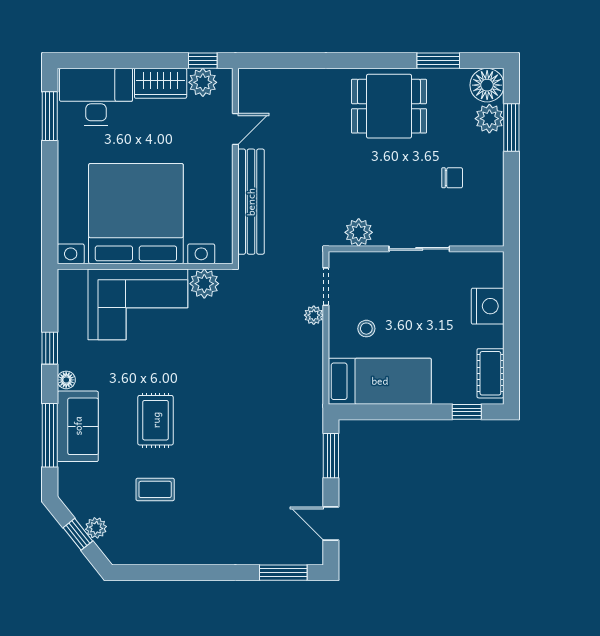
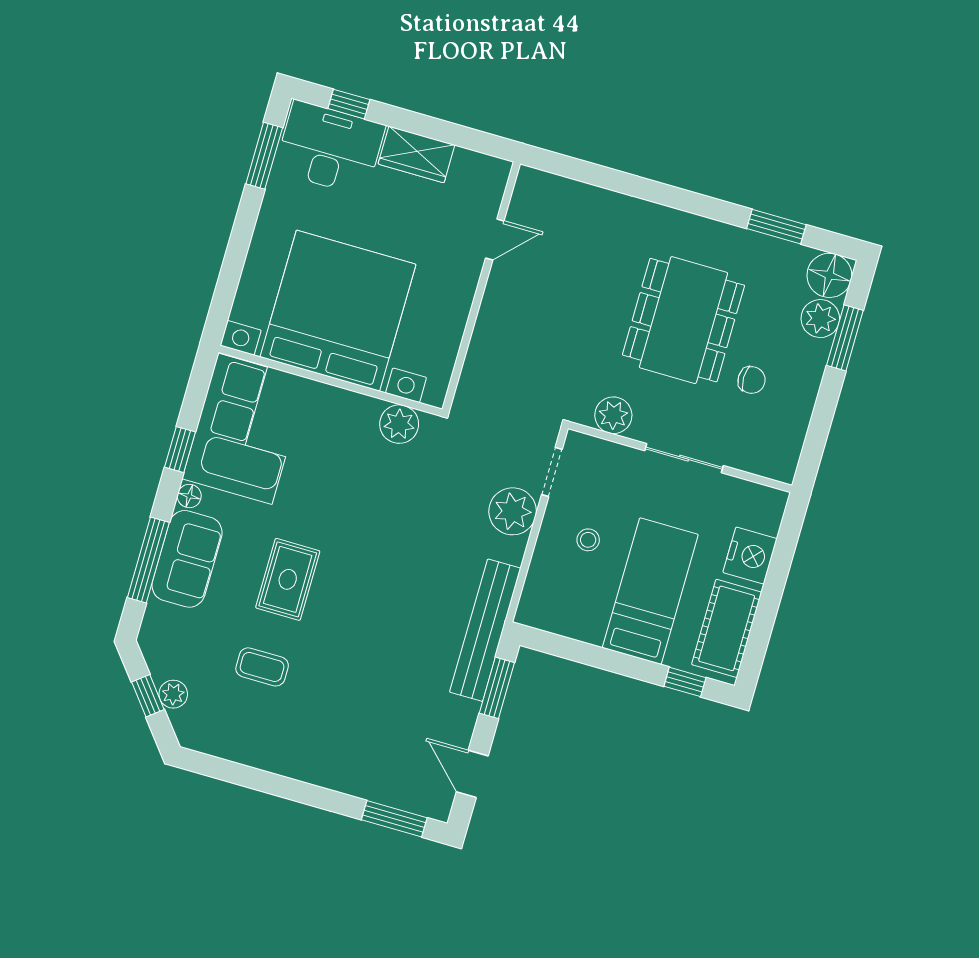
window: (203, 61) -> (349, 104), moved
plant: (203, 82) -> (470, 169), removed
dining table: (389, 106) -> (683, 320), moved, width x1.38
bench: (251, 202) -> (485, 630), moved
corner sofa: (138, 304) -> (245, 429), moved, turned -90
plant: (314, 315) -> (513, 511), width x1.87, depth x1.87
cot: (490, 373) -> (727, 628), width x1.37, depth x1.34
bed: (380, 381) -> (650, 591), moved, turned -90

